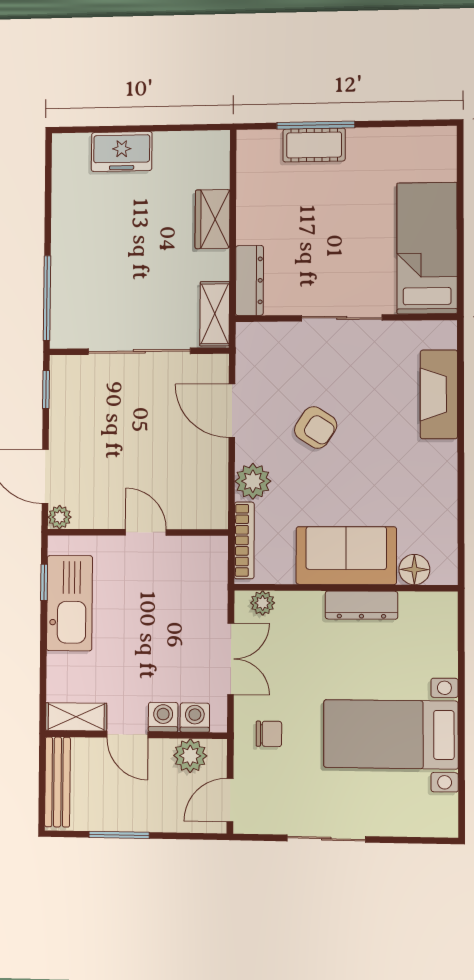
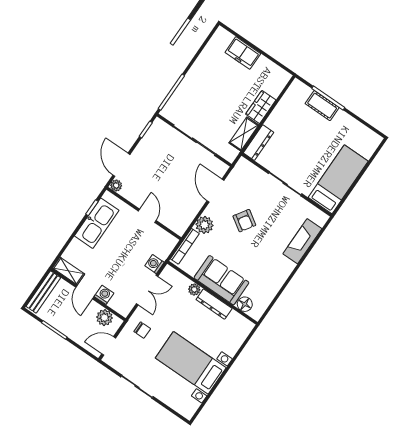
shelving: (215, 314) -> (244, 134), moved
plant: (263, 603) -> (194, 289), moved
washing machine: (195, 718) -> (154, 264), moved, turned -90

